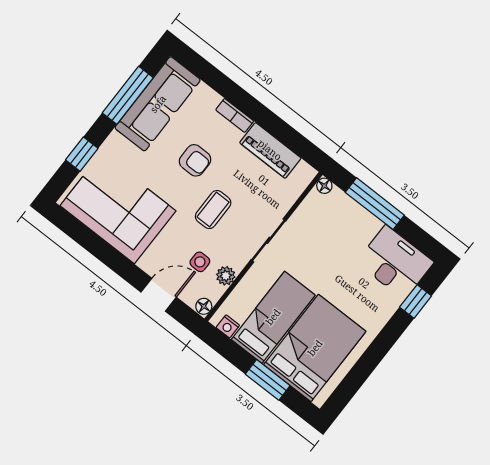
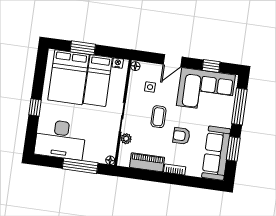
window: (128, 95) -> (233, 149), width x0.69
window: (82, 154) -> (239, 107), width x2.17
window: (89, 240) -> (211, 66), added
desk: (395, 262) -> (60, 139), width x1.36, depth x1.30
plant: (226, 276) -> (126, 139), moved
door: (159, 295) -> (173, 61), moved
window: (416, 301) -> (35, 107), moved

